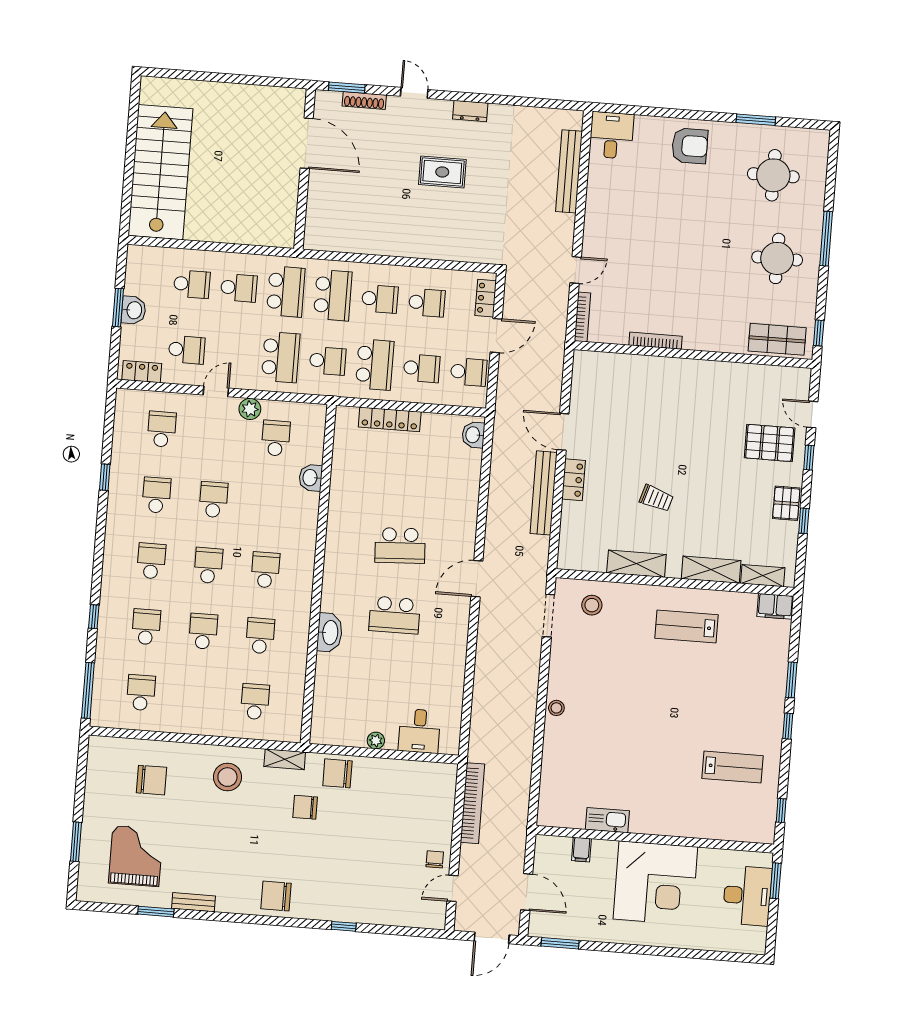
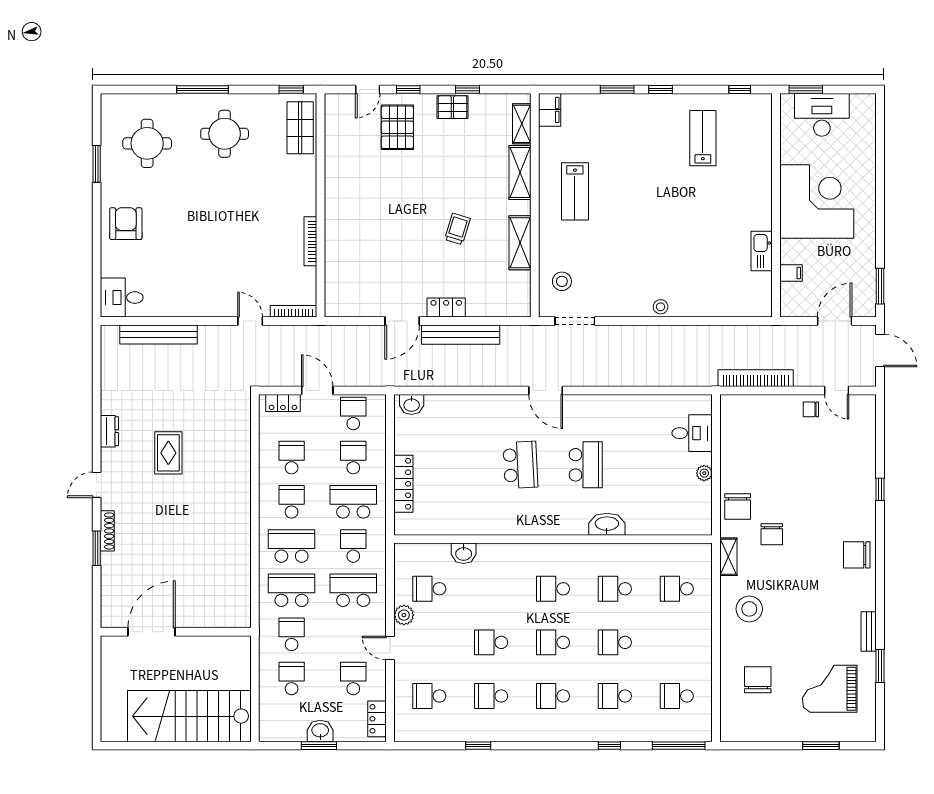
door: (307, 143) -> (152, 632), moved
wall: (305, 169) -> (176, 632), moved
chair: (276, 896) -> (857, 555), turned 90

